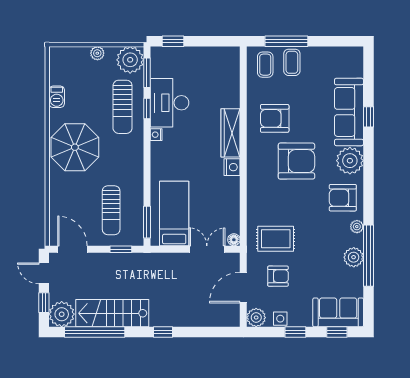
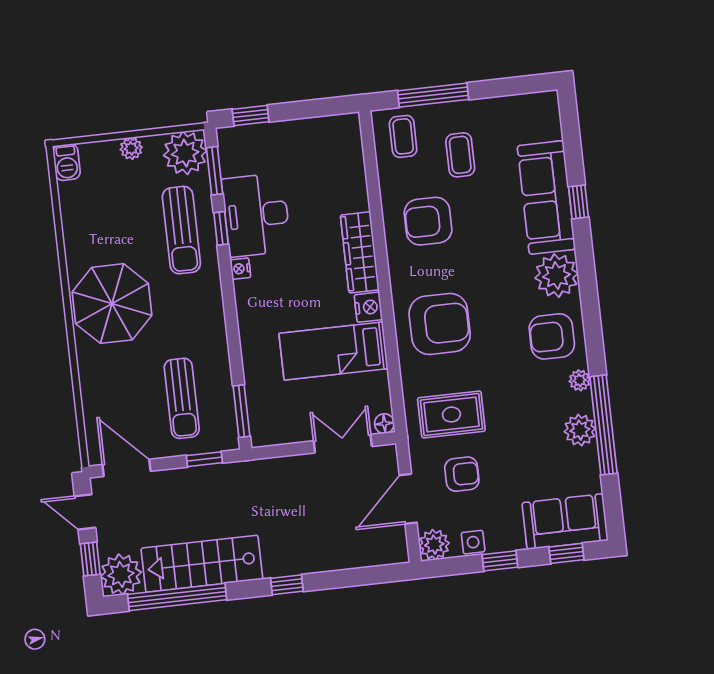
coffee table: (292, 62) -> (460, 155), moved
barbecue: (57, 97) -> (67, 162), moved
armchair: (296, 161) -> (440, 324), moved
bed: (174, 214) -> (334, 351), moved, turned -90

